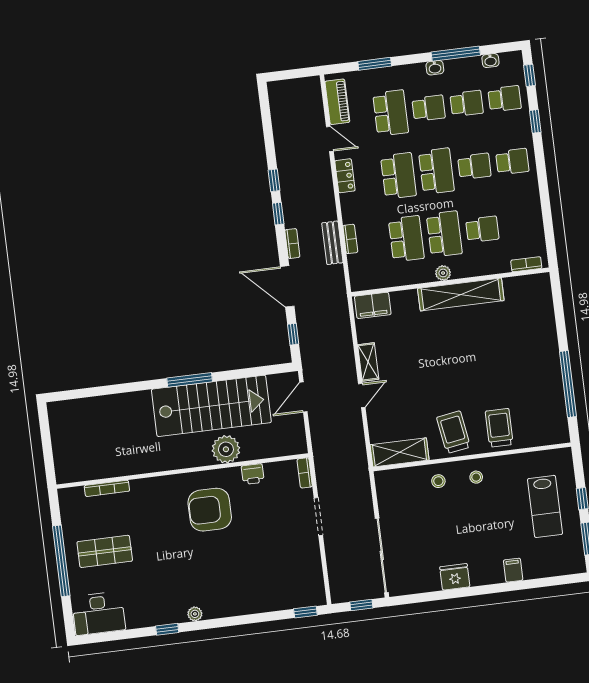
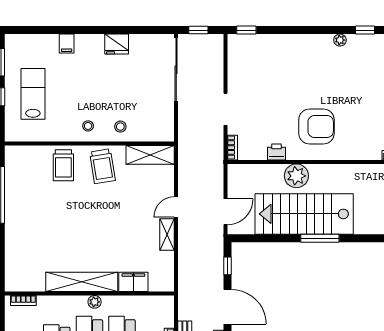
filing cabinet: (373, 305) -> (133, 282), moved

